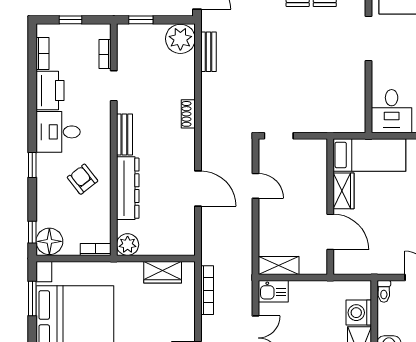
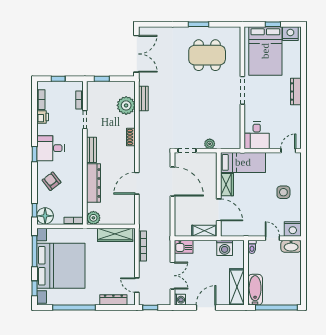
plant: (180, 39) -> (126, 105), moved
printer: (50, 91) -> (43, 117), width x0.53, depth x0.68
plant: (315, 125) -> (210, 144), added
window: (32, 165) -> (34, 154), moved
armchair: (83, 179) -> (52, 181), moved
door: (255, 186) -> (173, 182), width x1.88
door: (198, 188) -> (137, 183), swing flipped
shelving: (279, 266) -> (204, 231), moved
wardrobe: (163, 272) -> (115, 235), width x1.50
window: (32, 299) -> (34, 251), width x1.44
washing machine: (359, 313) -> (225, 248), moved, turned -90

